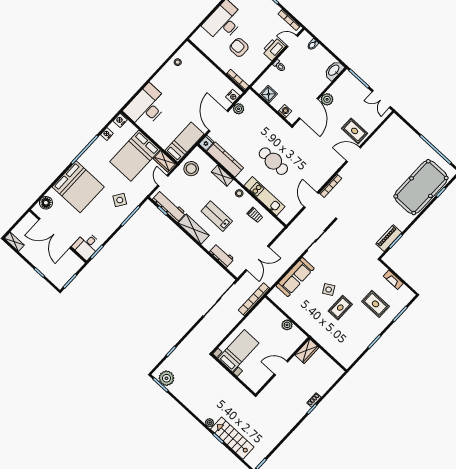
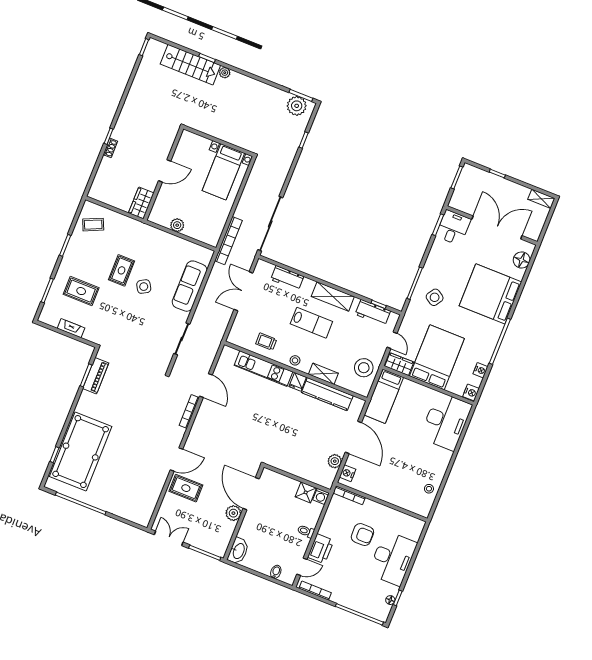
washing machine: (285, 111) -> (321, 496), moved
fridge: (206, 143) -> (298, 382), moved
cafe table: (273, 161) -> (269, 415), removed
workbench: (169, 206) -> (373, 313), width x0.73
coffee table: (348, 349) -> (93, 225), added

